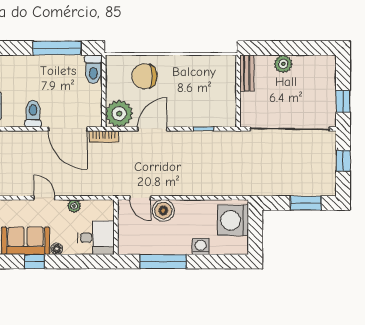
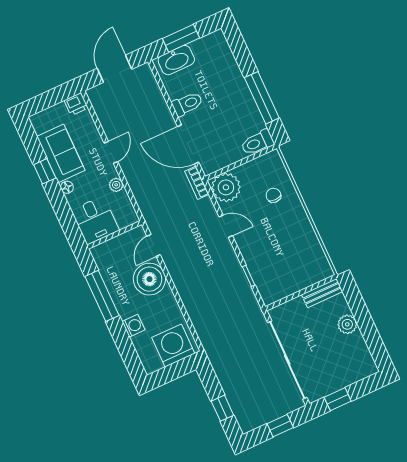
chair: (145, 76) -> (273, 195), width x0.54, depth x0.54
door: (68, 129) -> (188, 144), hinge flipped
door: (152, 129) -> (226, 226), width x0.73
window: (306, 203) -> (222, 408), width x0.67
boiler: (163, 211) -> (149, 279), width x1.37, depth x1.37

